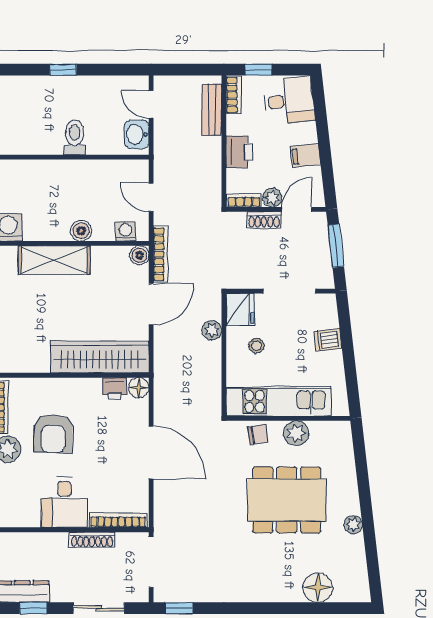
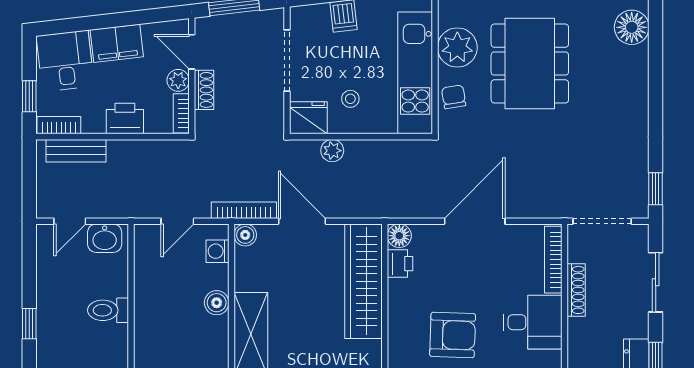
filing cabinet: (305, 155) -> (117, 43), width x2.00
plant: (296, 433) -> (457, 48), width x1.36, depth x1.36

